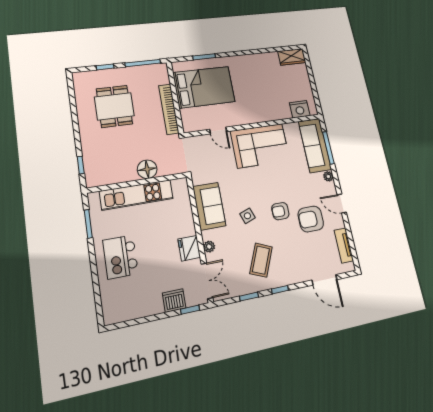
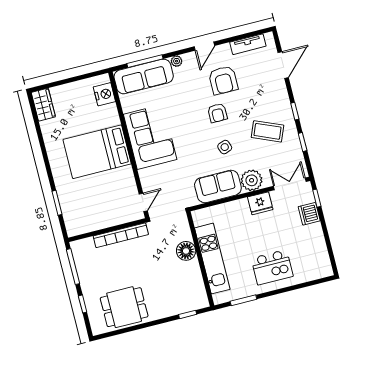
bed: (204, 87) -> (97, 152), moved, turned -90
dining table: (114, 106) -> (124, 307), moved
door: (218, 130) -> (143, 202), moved
plant: (209, 247) -> (252, 180), width x1.88, depth x1.88

